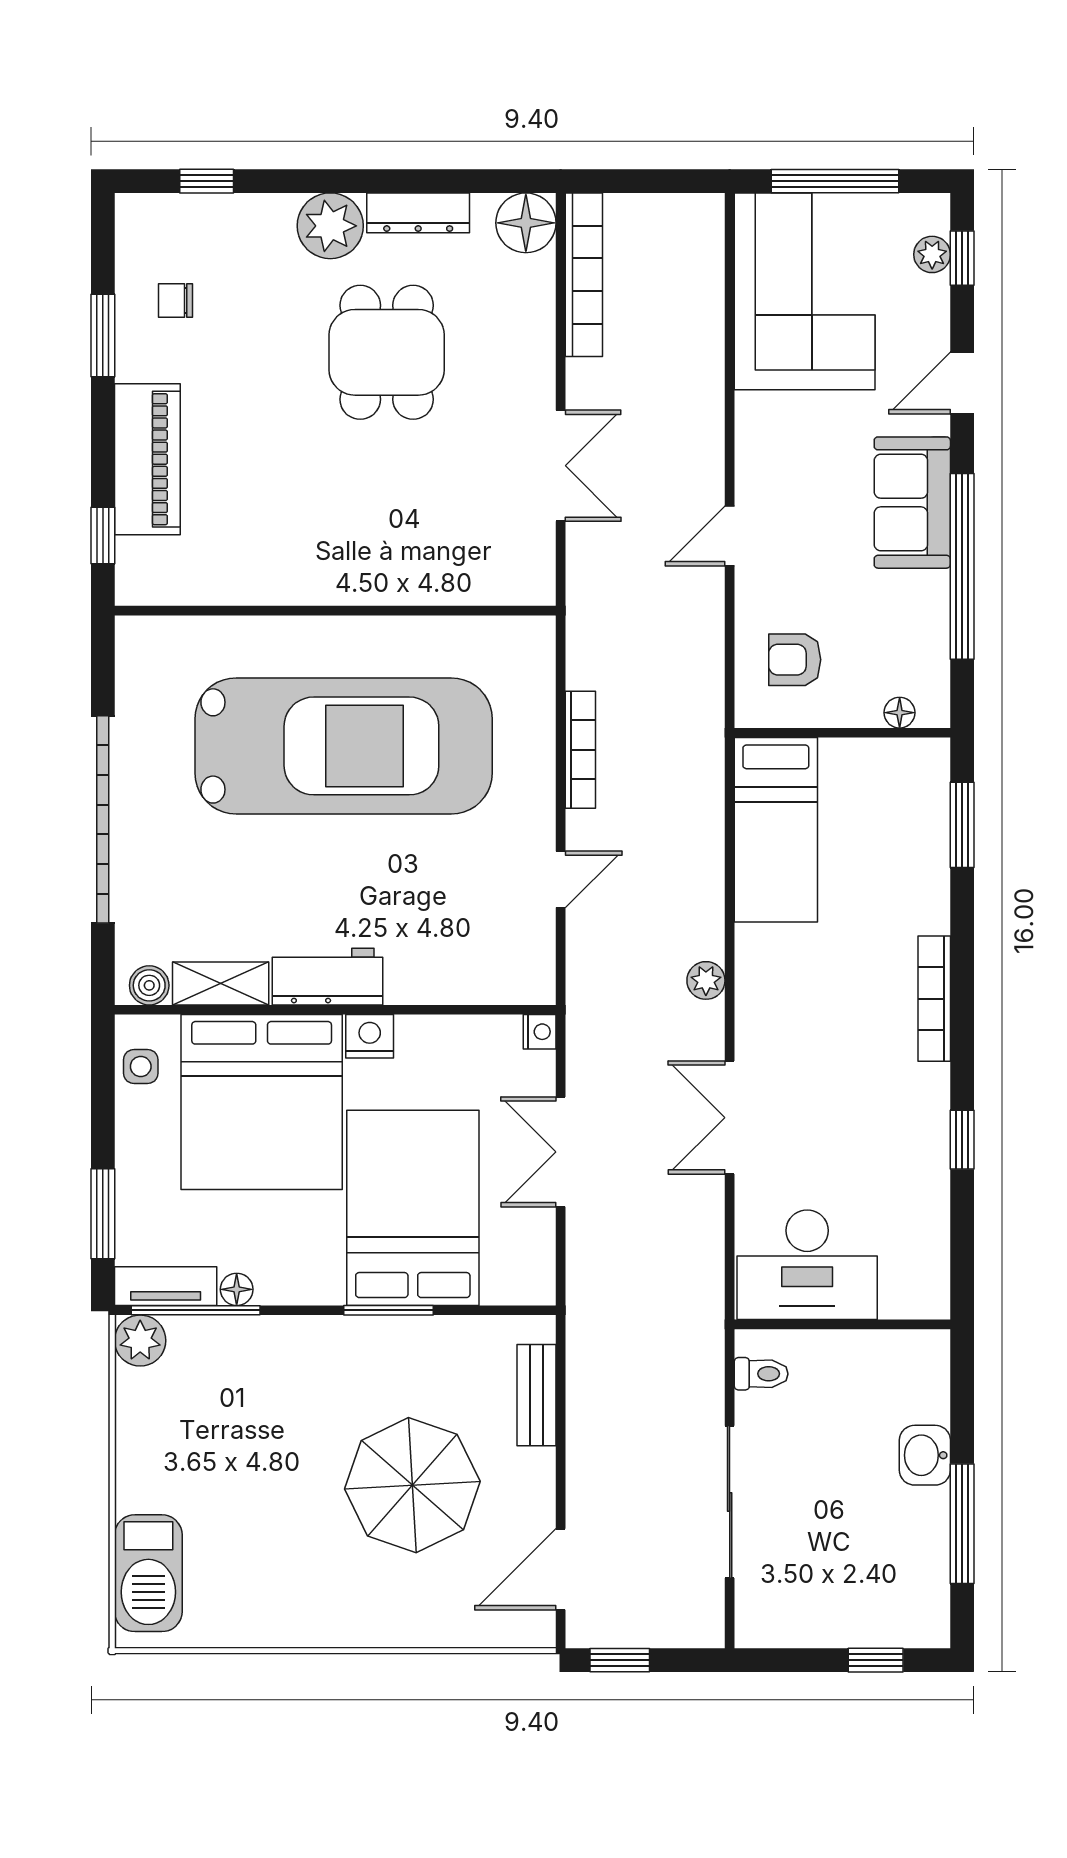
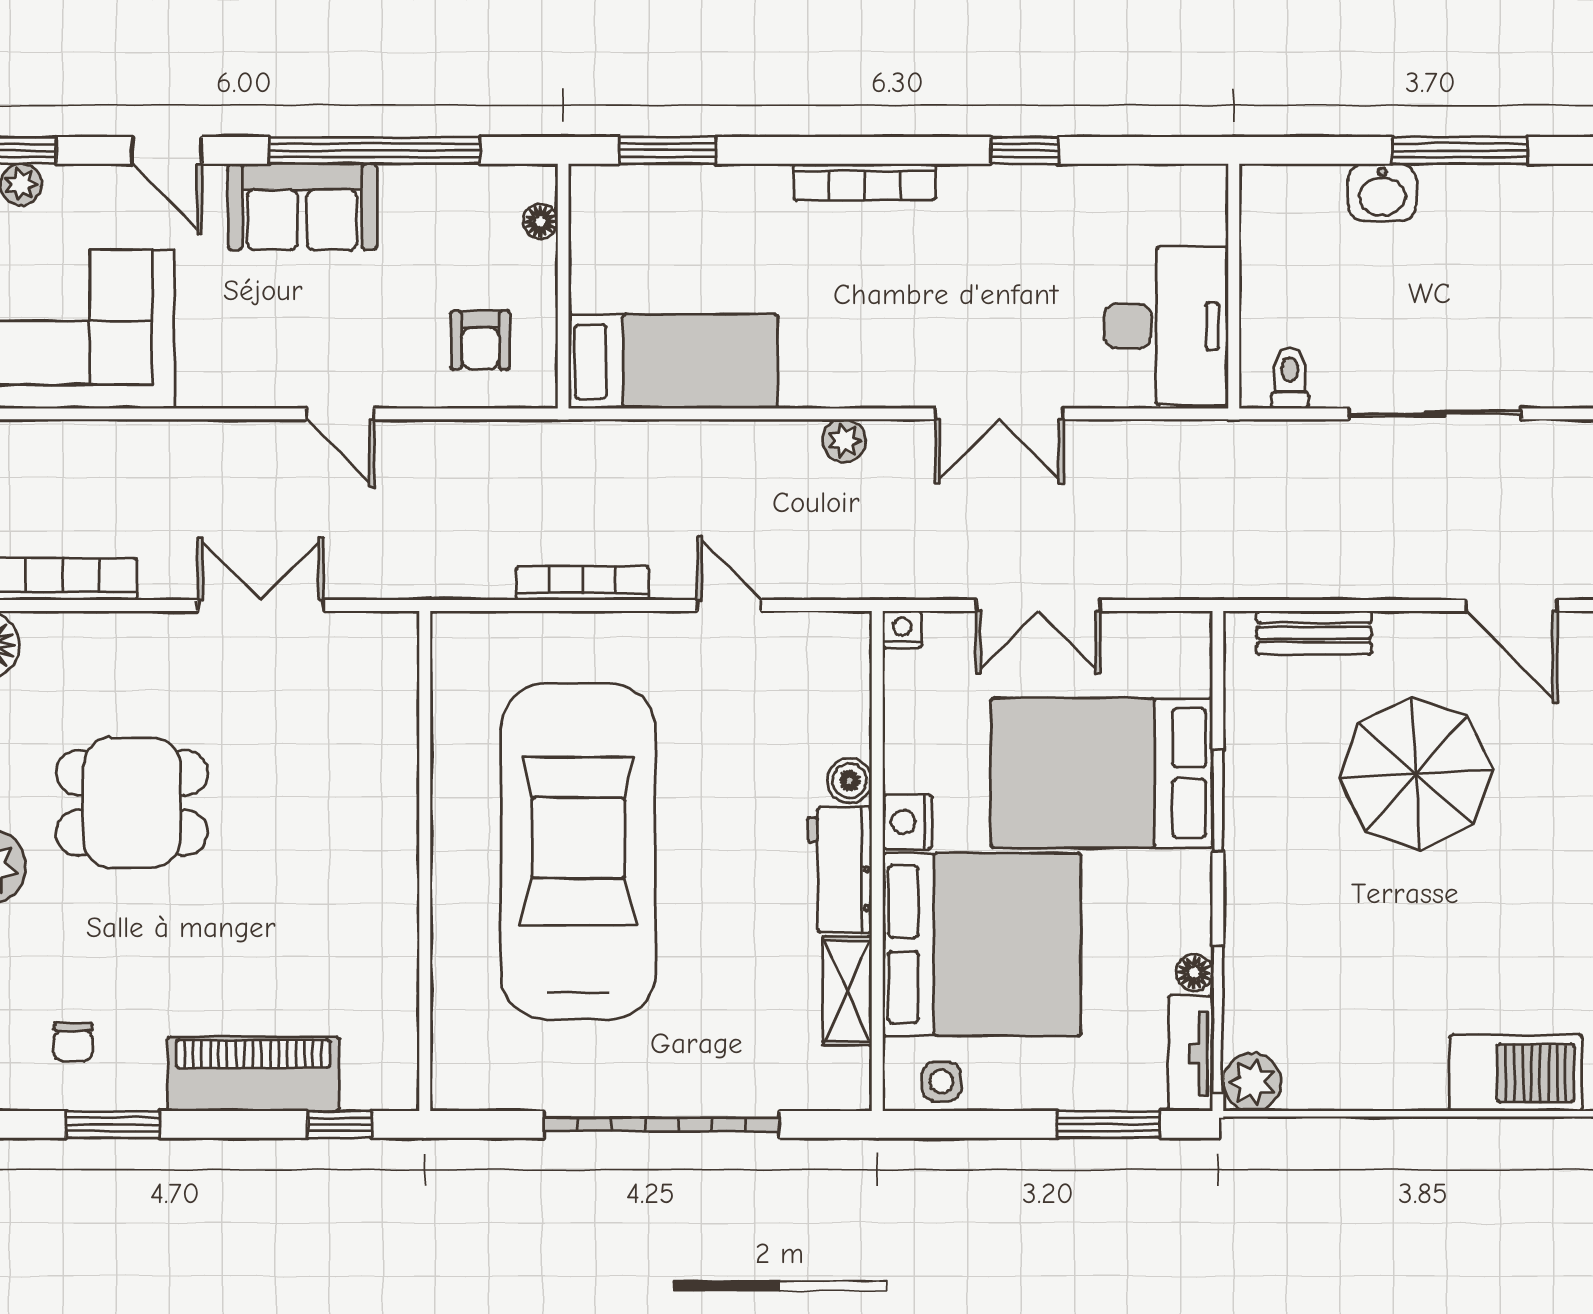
boiler: (149, 985) -> (850, 781), moved

